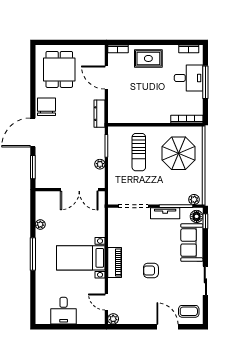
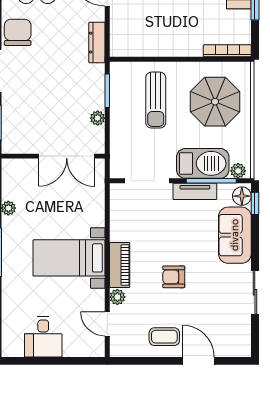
barbecue: (170, 195) -> (203, 163), added
coffee table: (189, 311) -> (164, 337), moved
plant: (113, 319) -> (117, 297), moved

